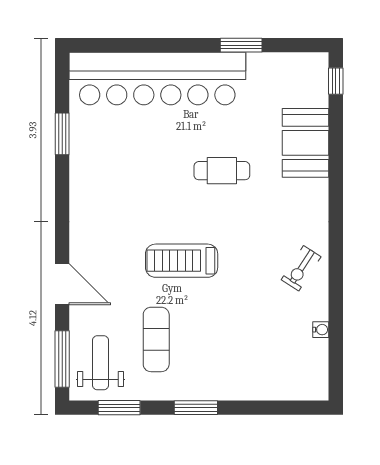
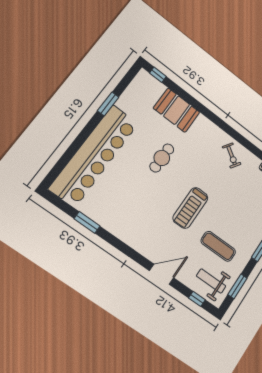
window: (62, 359) -> (197, 299), width x0.46

